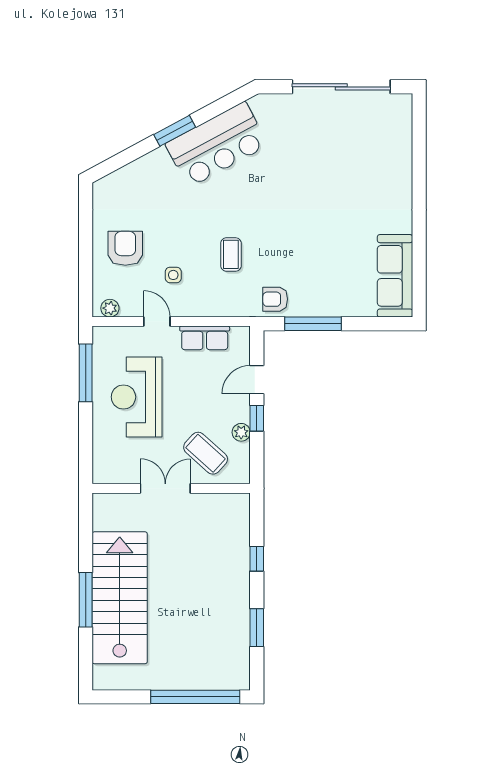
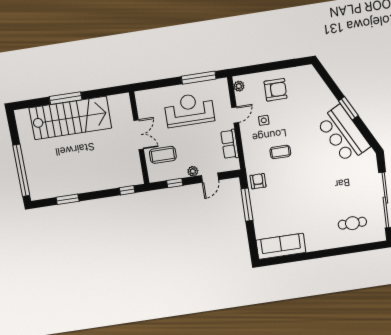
cafe table: (373, 148) -> (352, 223), added
door: (257, 380) -> (210, 178), swing flipped
window: (257, 418) -> (175, 183), moved
plant: (241, 432) -> (193, 171), moved
coffee table: (206, 453) -> (163, 155), turned 48
window: (257, 559) -> (127, 190), moved

